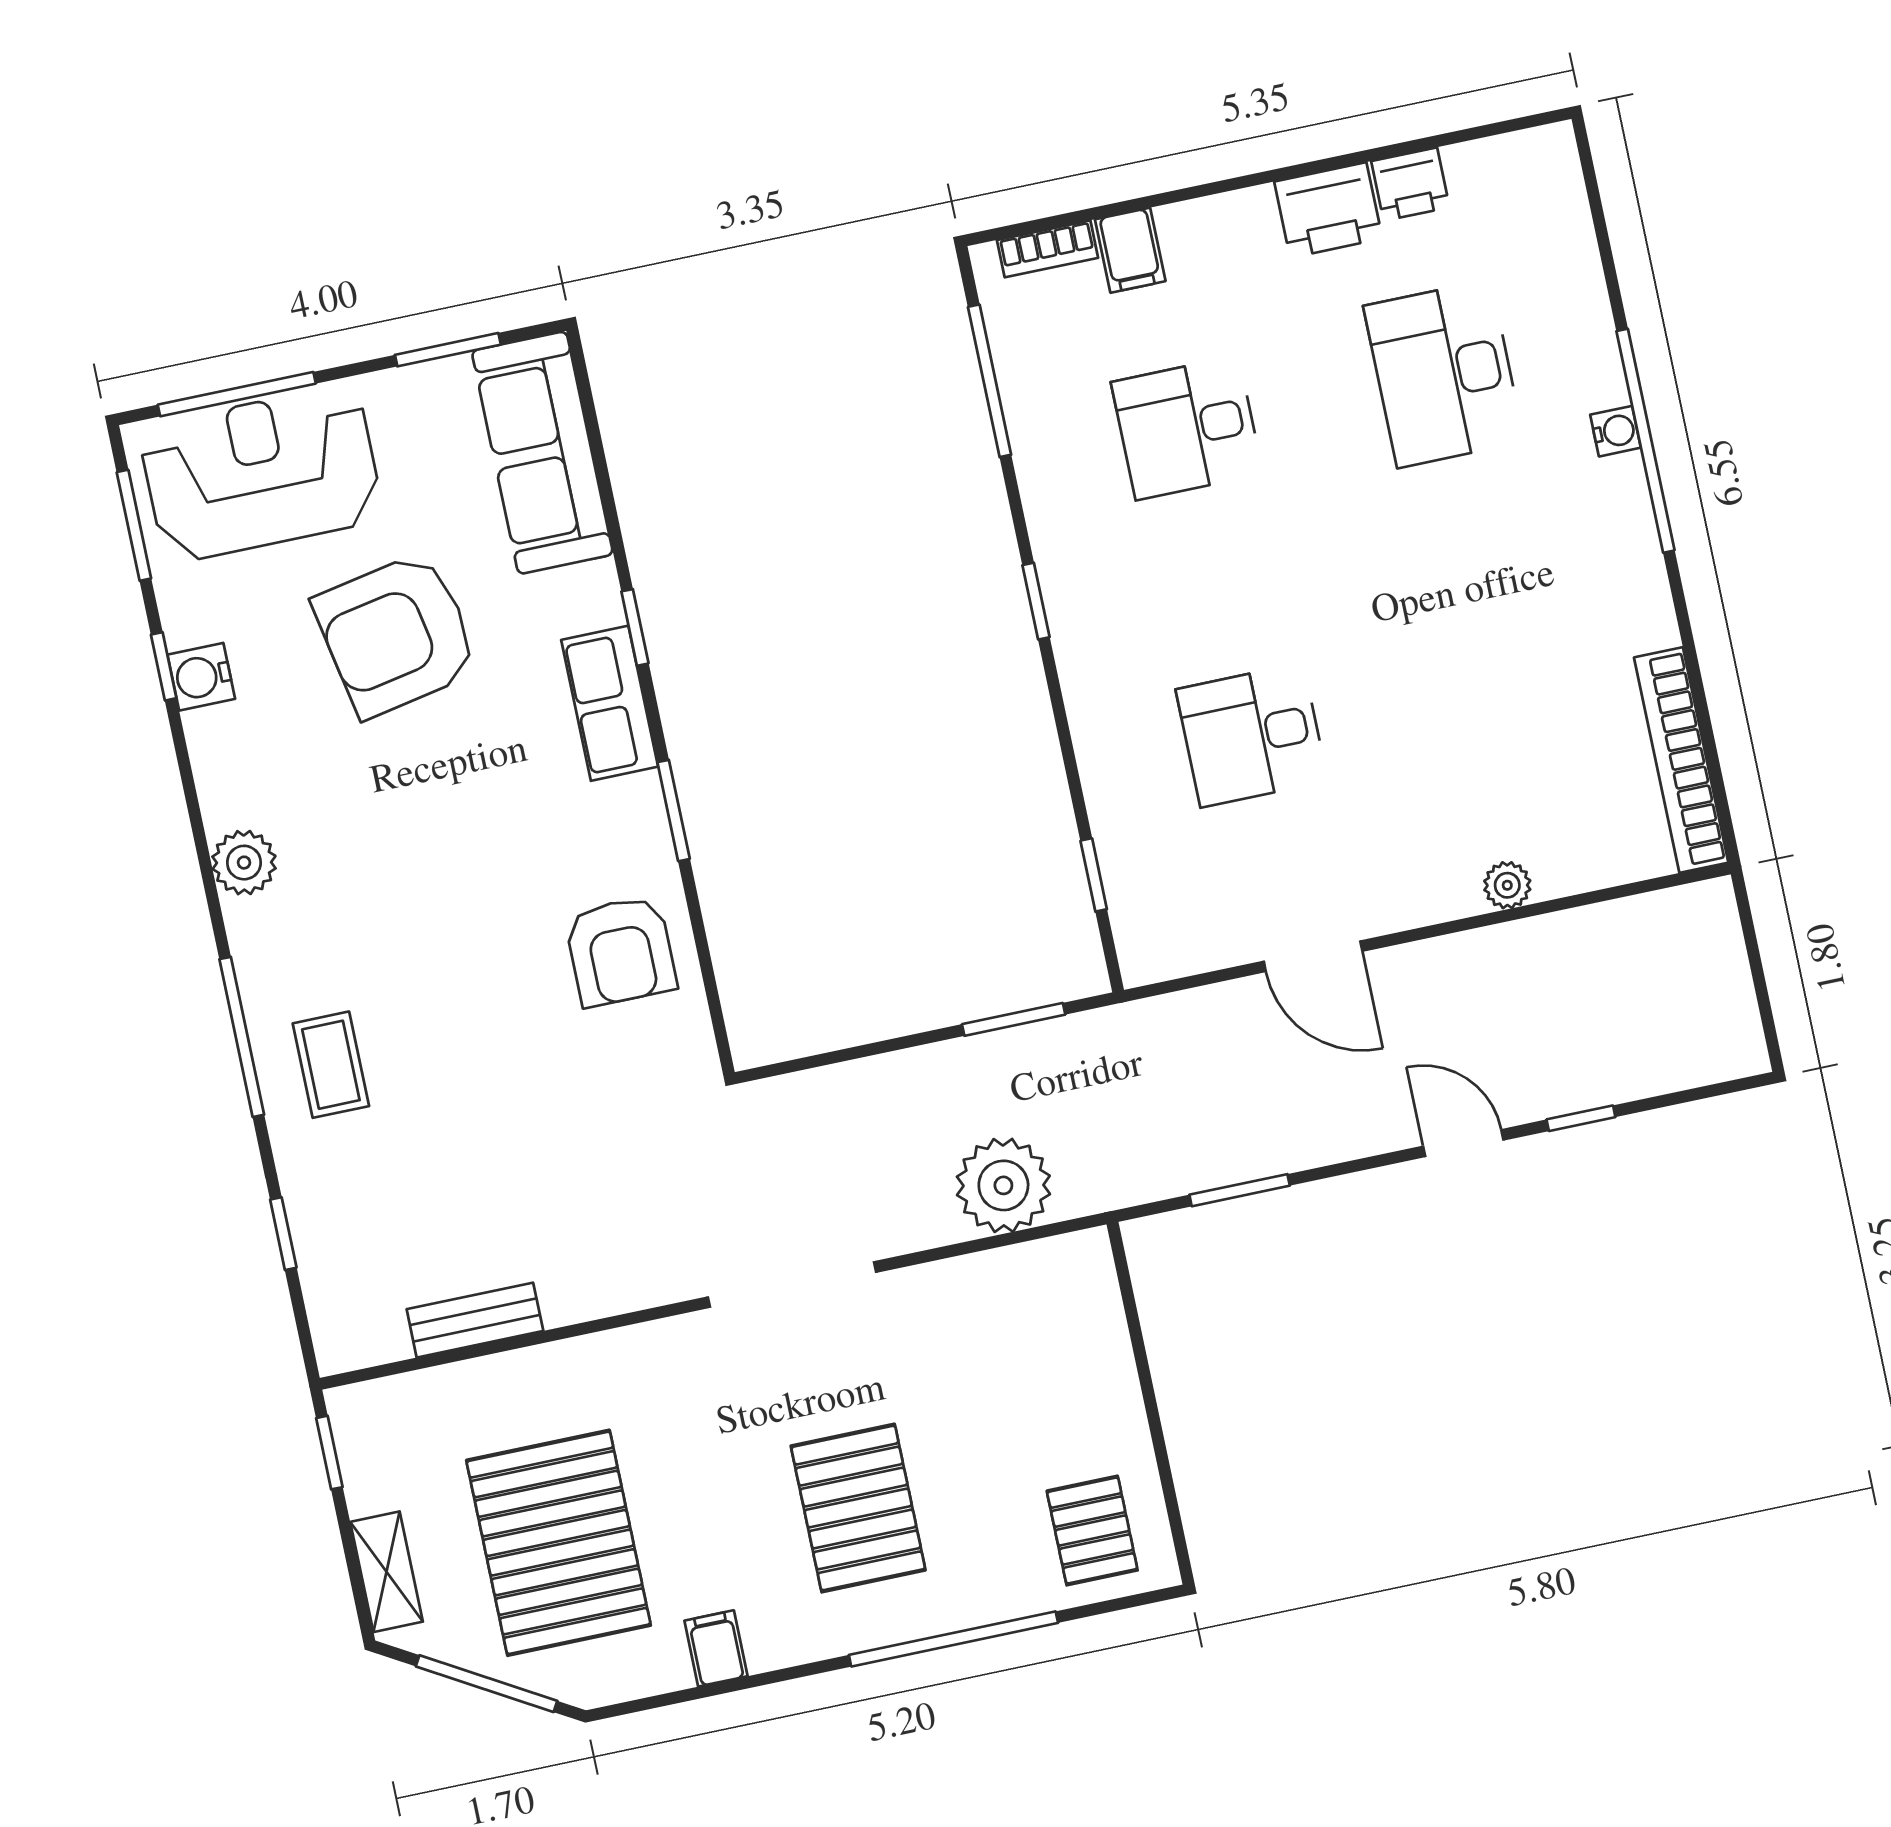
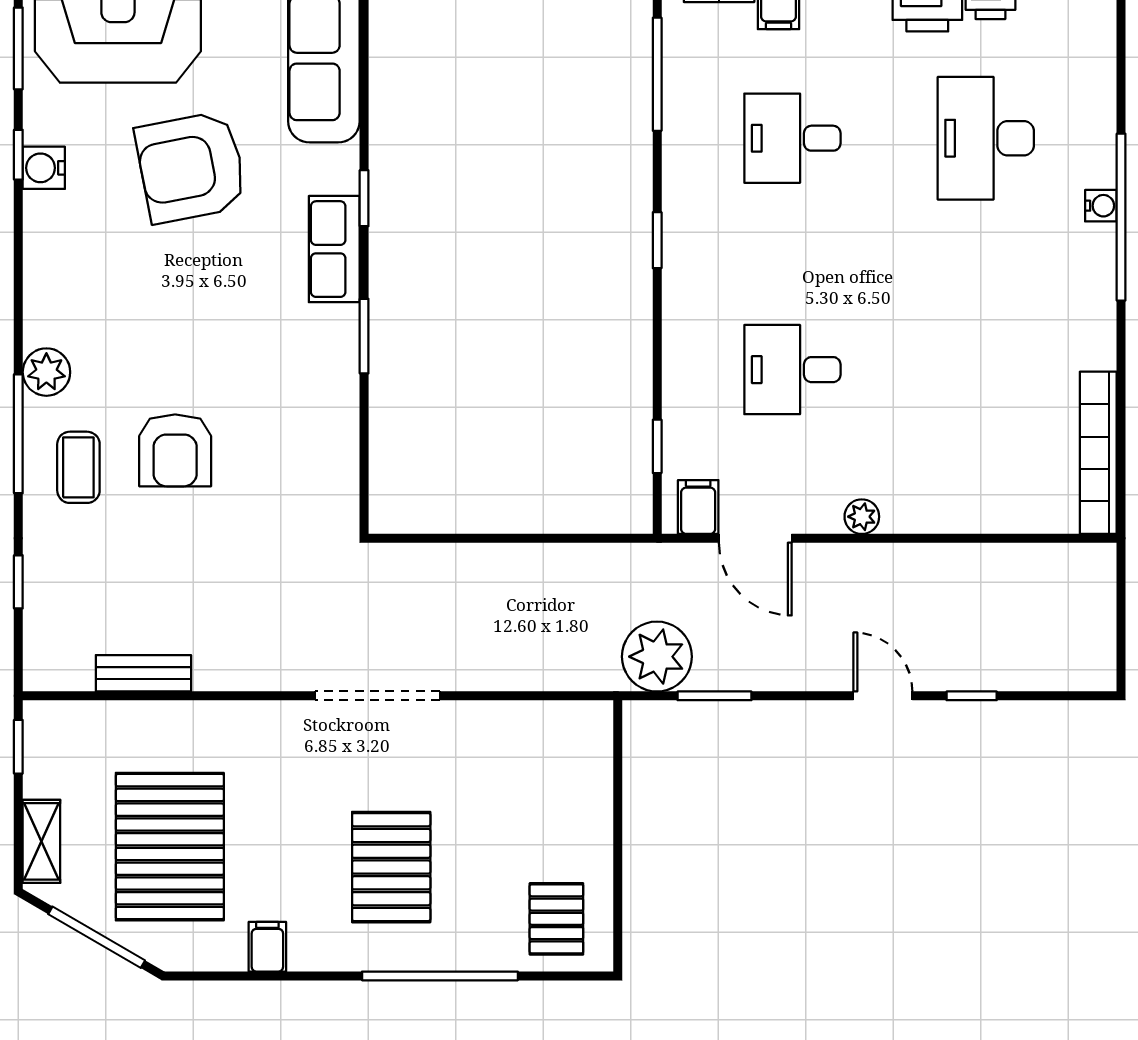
plant: (244, 863) -> (46, 372), moved
plant: (1507, 885) -> (862, 517), moved
filing cabinet: (1165, 944) -> (698, 507), added
armchair: (621, 951) -> (175, 450), moved
door: (1313, 956) -> (755, 538), moved
window: (1014, 1019) -> (578, 538), removed
plant: (1003, 1185) -> (657, 657), moved

